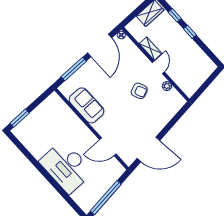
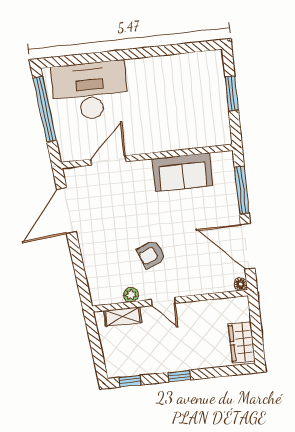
window: (175, 15) -> (130, 381), moved
shelving: (150, 49) -> (123, 317), moved
window: (20, 118) -> (232, 93), moved
desk: (66, 167) -> (90, 91), moved

